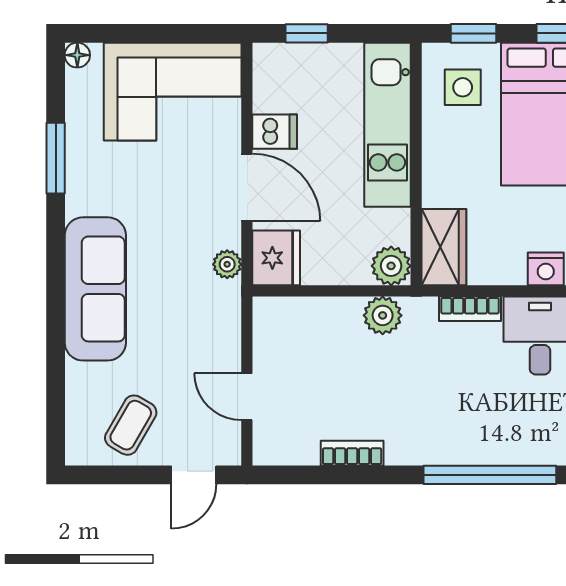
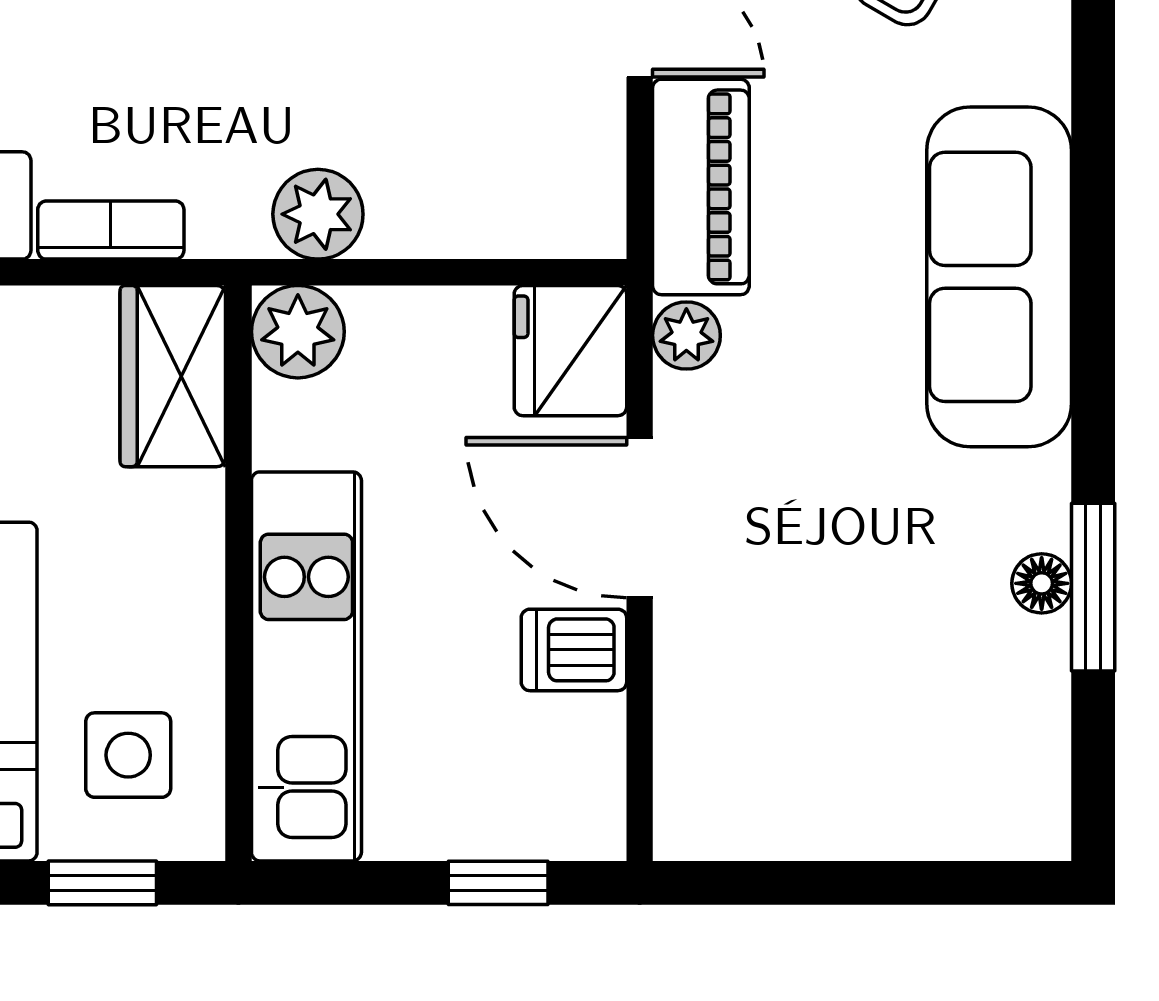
floor lamp: (77, 55) -> (1042, 583), moved
corner sofa: (173, 92) -> (816, 745), removed
piano: (221, 327) -> (701, 187), added

